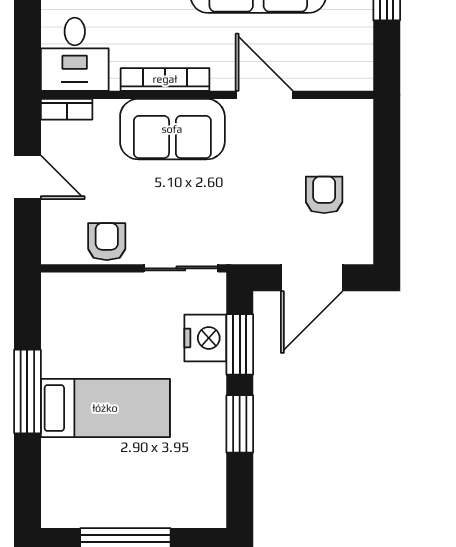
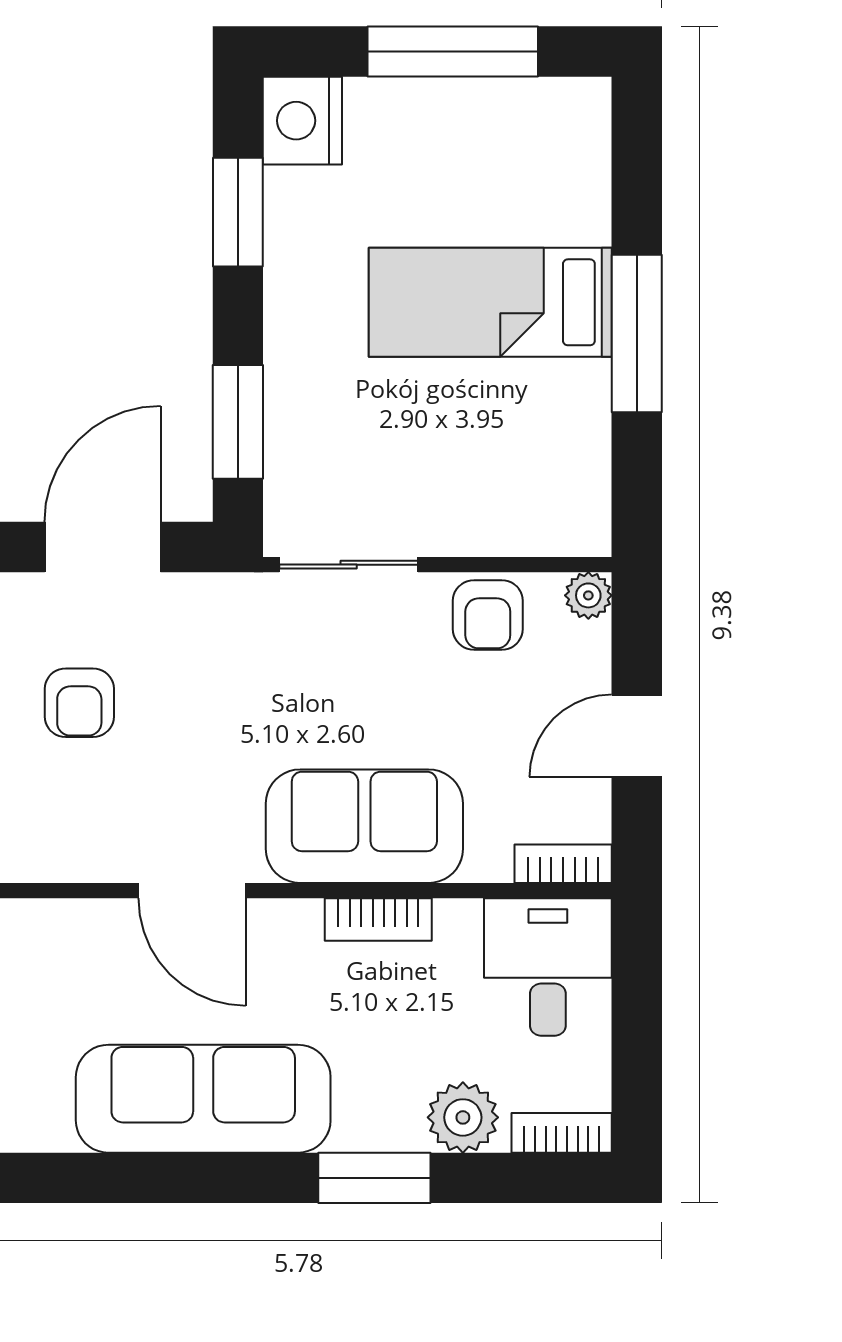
bookcase: (165, 79) -> (378, 920), width x0.64
door: (27, 177) -> (637, 736), hinge flipped
plant: (53, 252) -> (588, 595), added
nightstand: (205, 338) -> (302, 121), moved
window: (240, 424) -> (238, 212), moved

